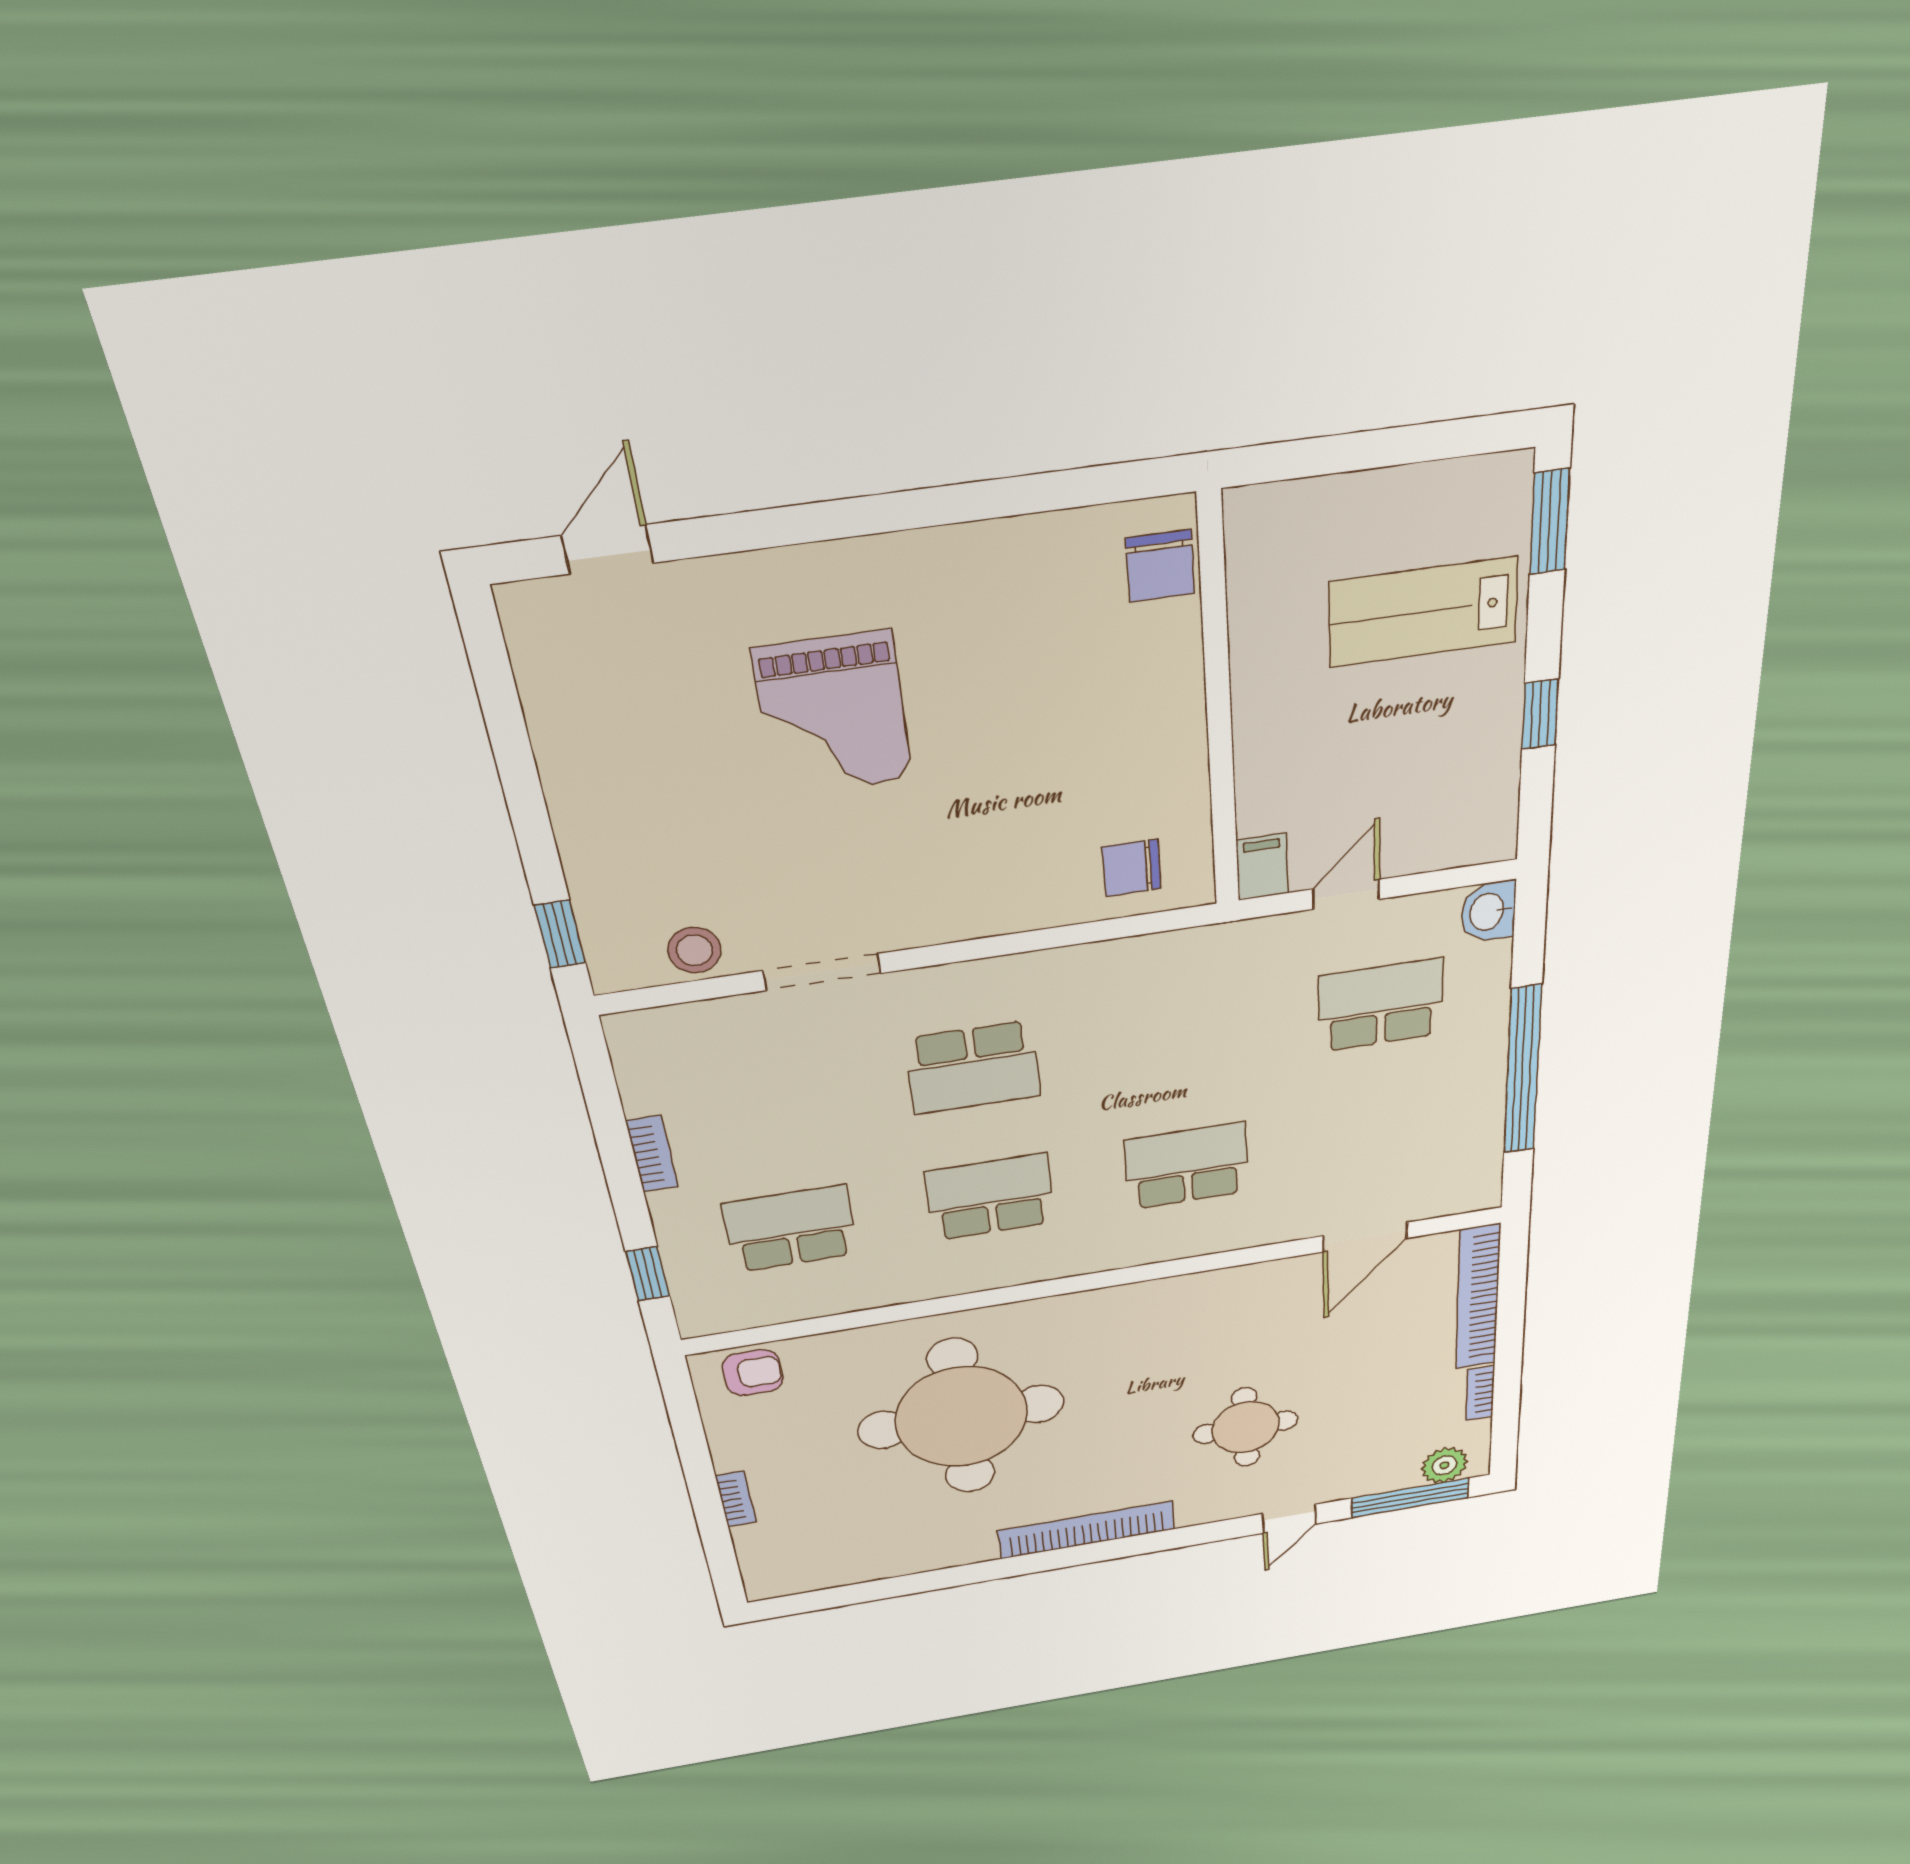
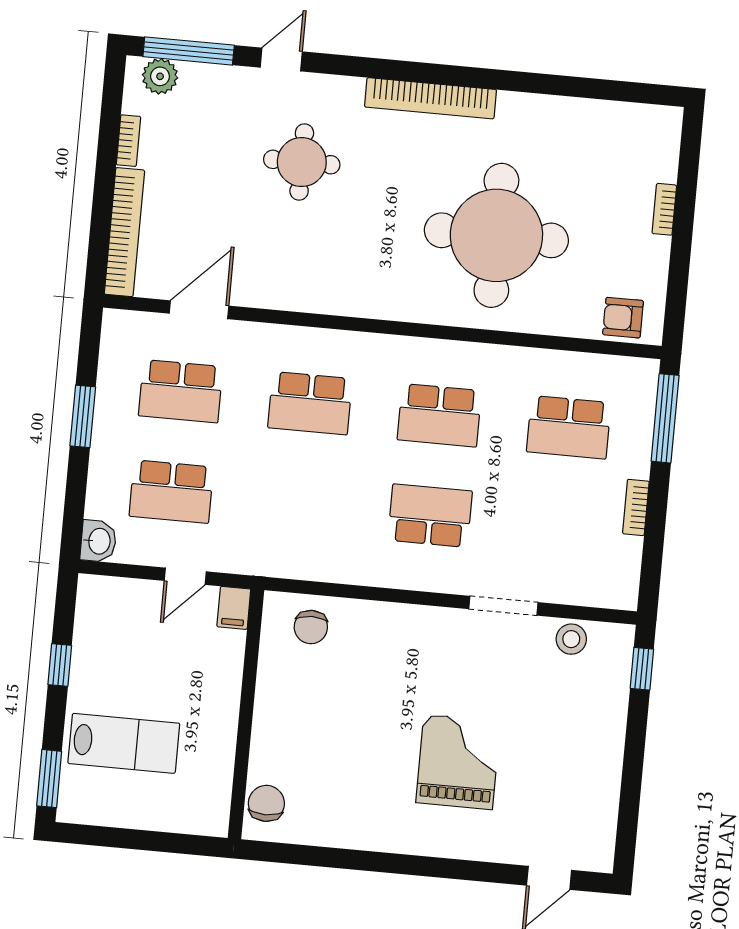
chair: (1132, 868) -> (311, 627), turned 90
window: (1523, 1070) -> (83, 416), width x0.47
school desk: (1381, 1135) -> (181, 391), added
window: (648, 1274) -> (665, 418), width x2.17

